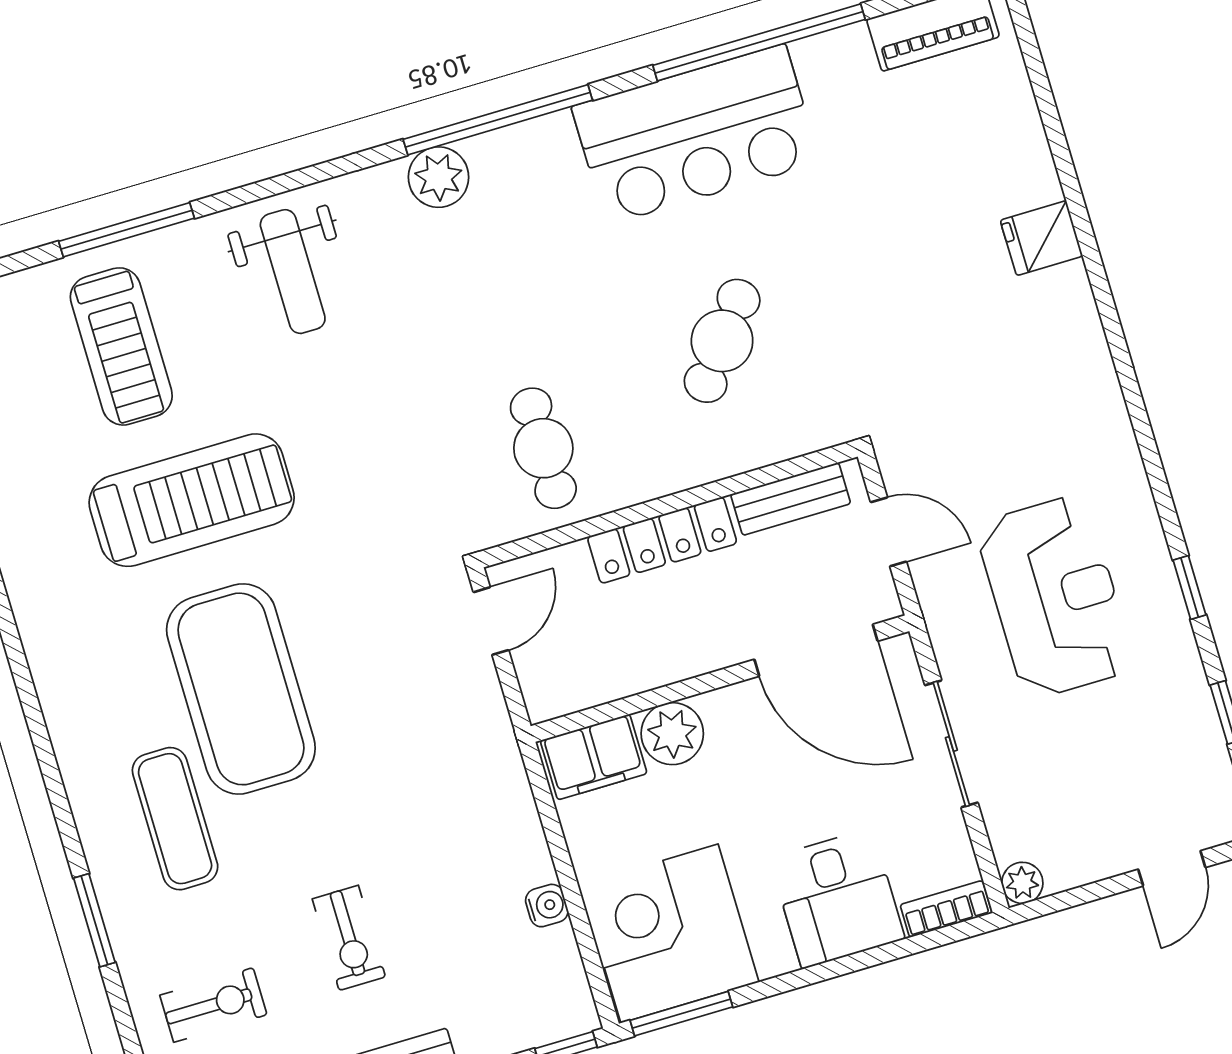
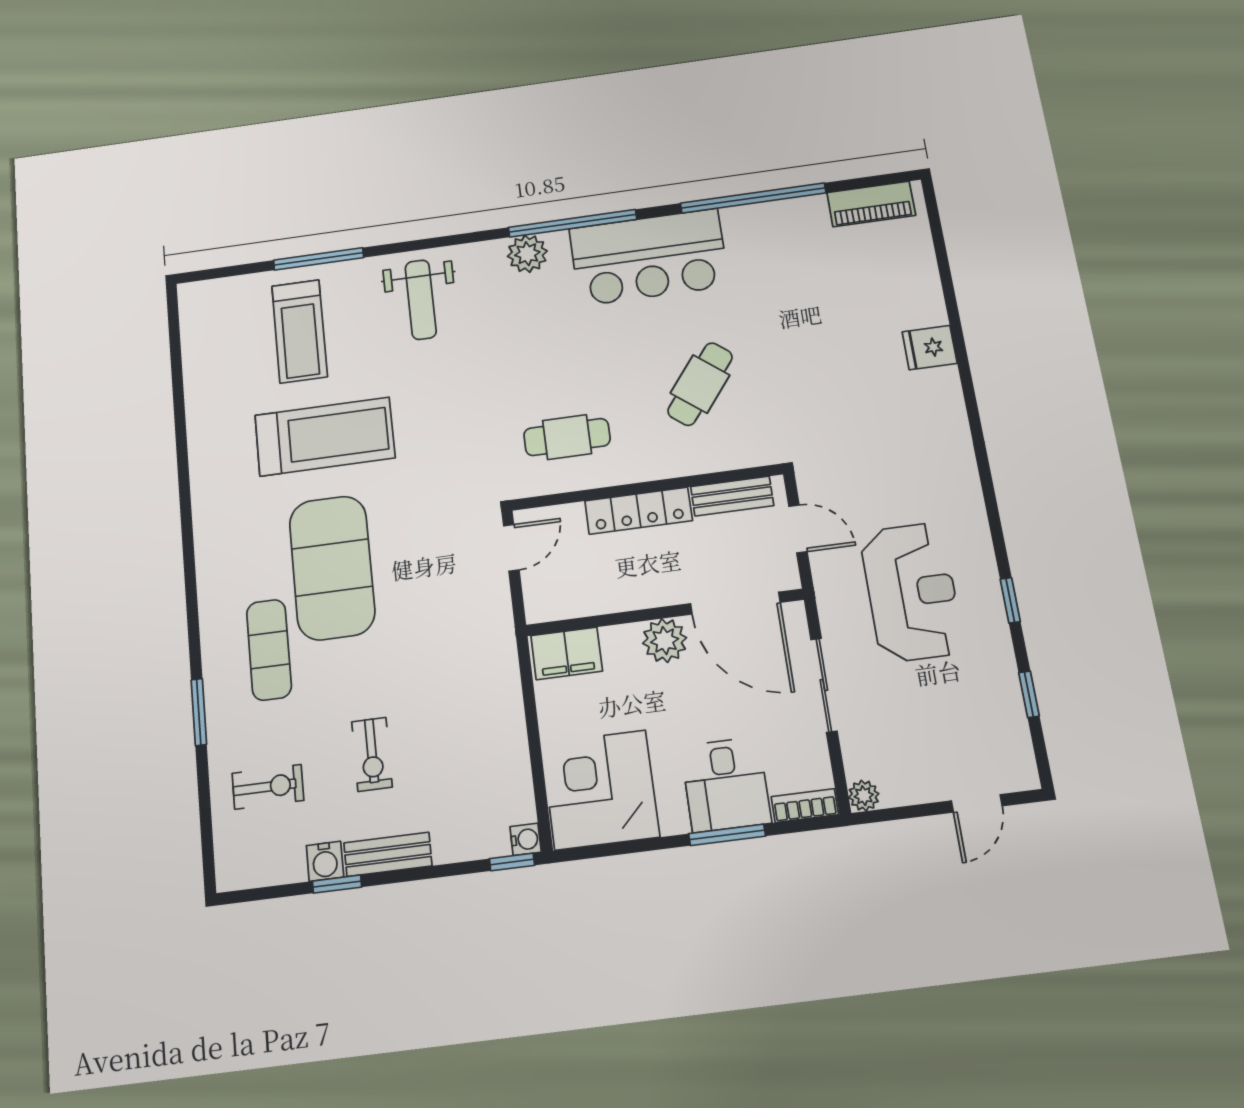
bar counter: (696, 134) -> (649, 257), moved
cafe table: (543, 448) -> (567, 437), turned 90
plant: (672, 734) -> (665, 640), moved
water cooler: (547, 906) -> (526, 839), moved
window: (681, 1014) -> (727, 835), moved

